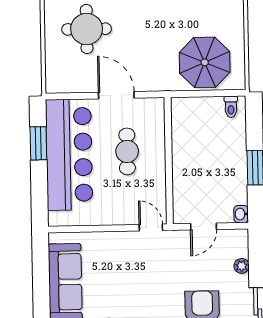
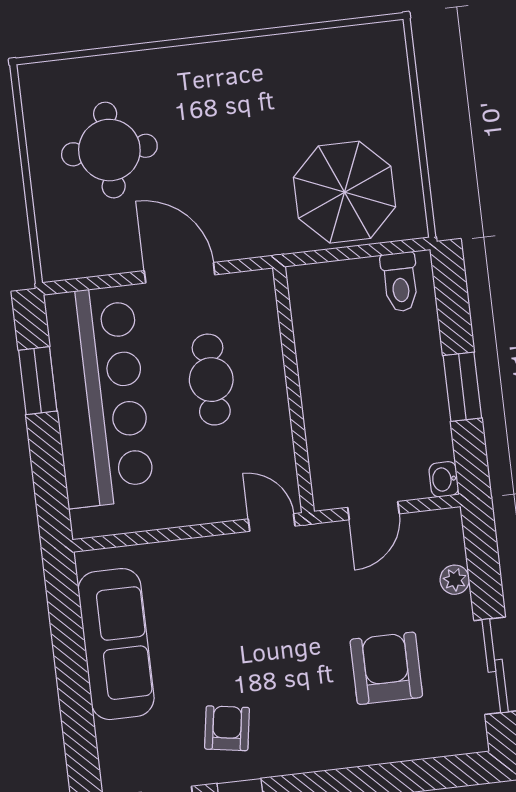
toilet: (231, 107) -> (400, 282), width x1.37, depth x1.39

